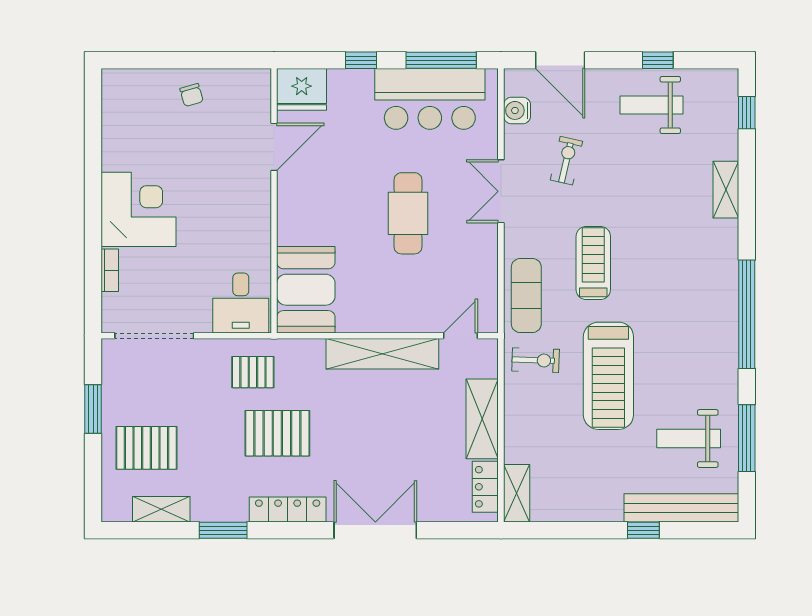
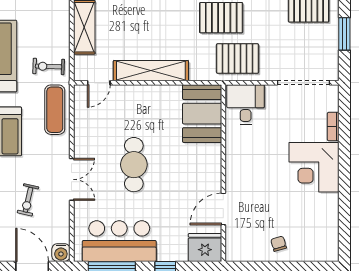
water cooler: (517, 110) -> (61, 253), moved, turned 90
pallet: (253, 372) -> (238, 58), width x1.50, depth x1.42

